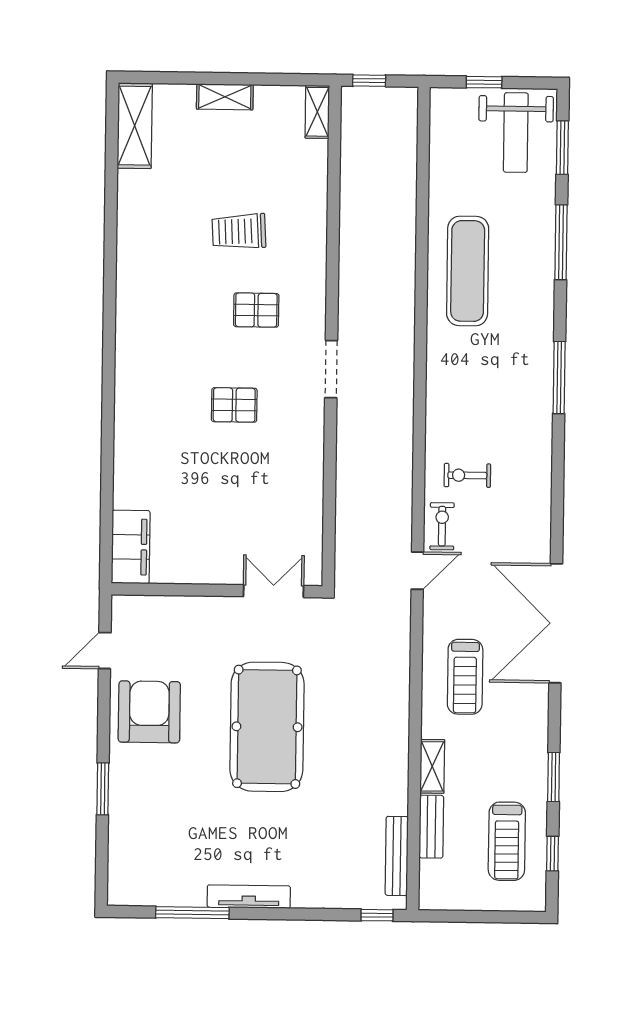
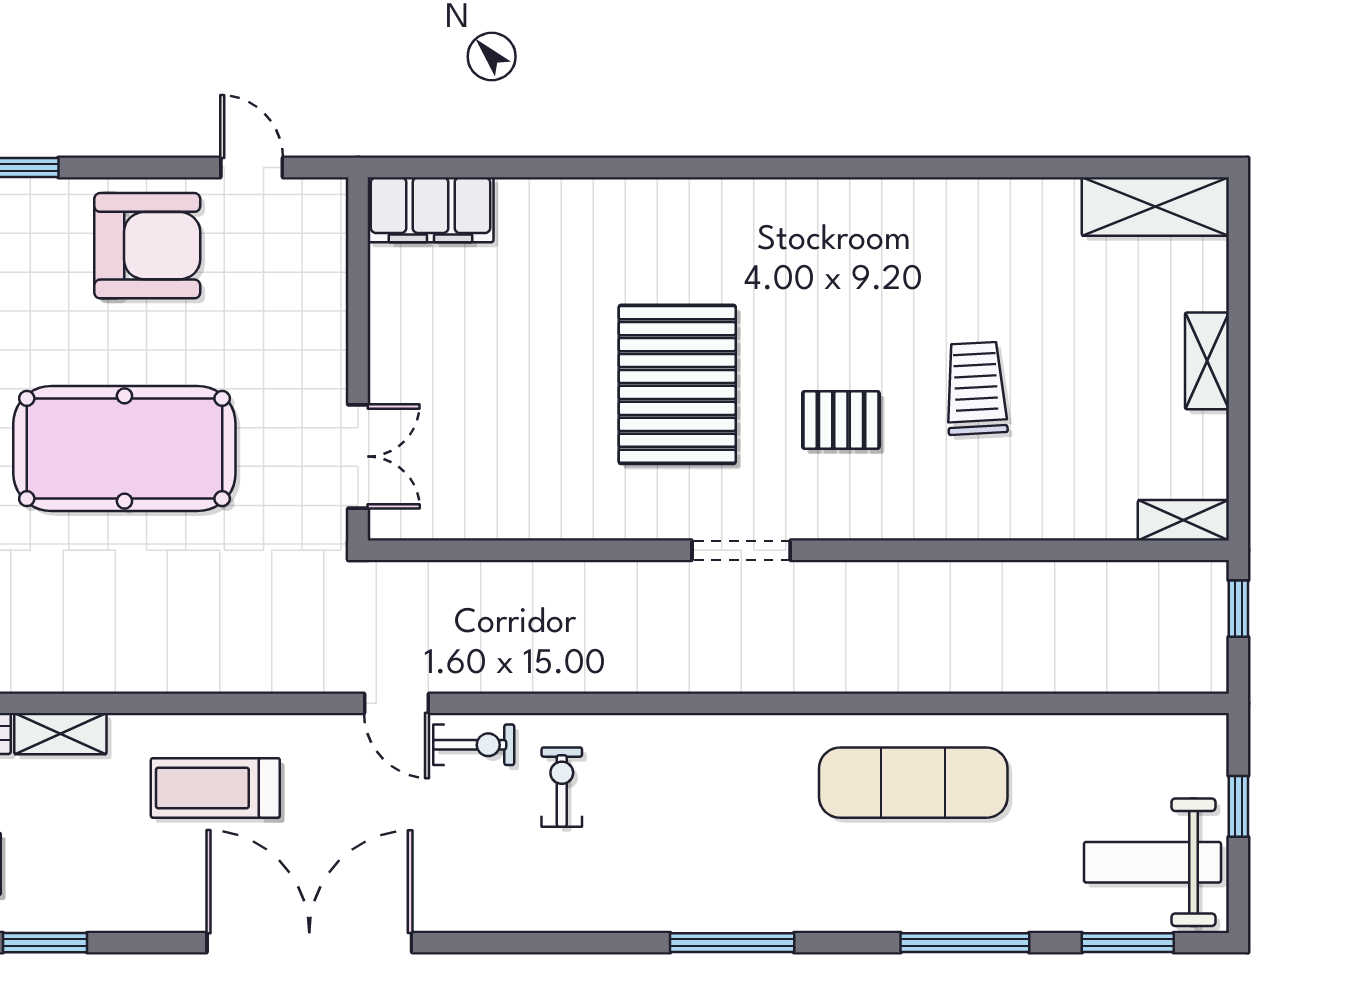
pallet: (256, 310) -> (841, 420), turned 90
pallet: (234, 405) -> (677, 384), width x2.05, depth x2.00

